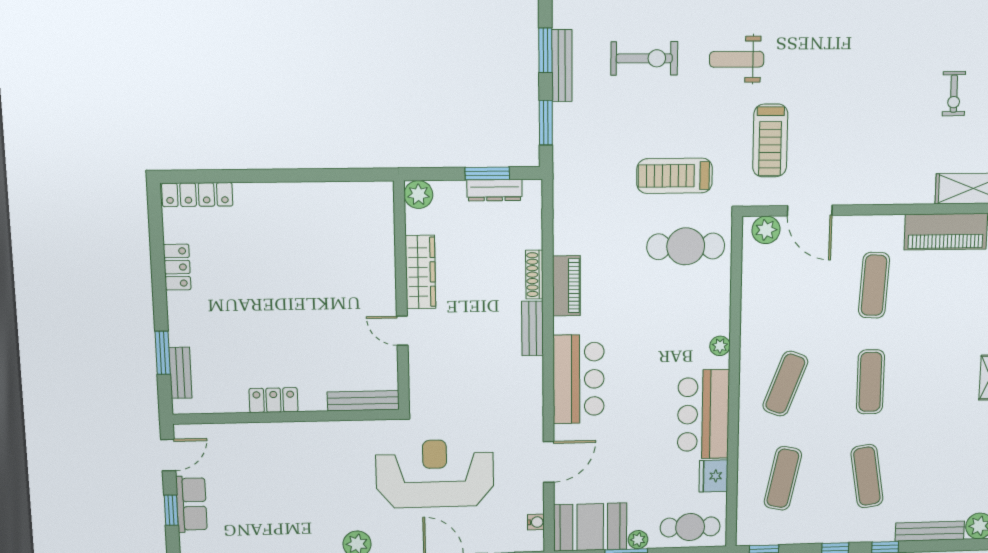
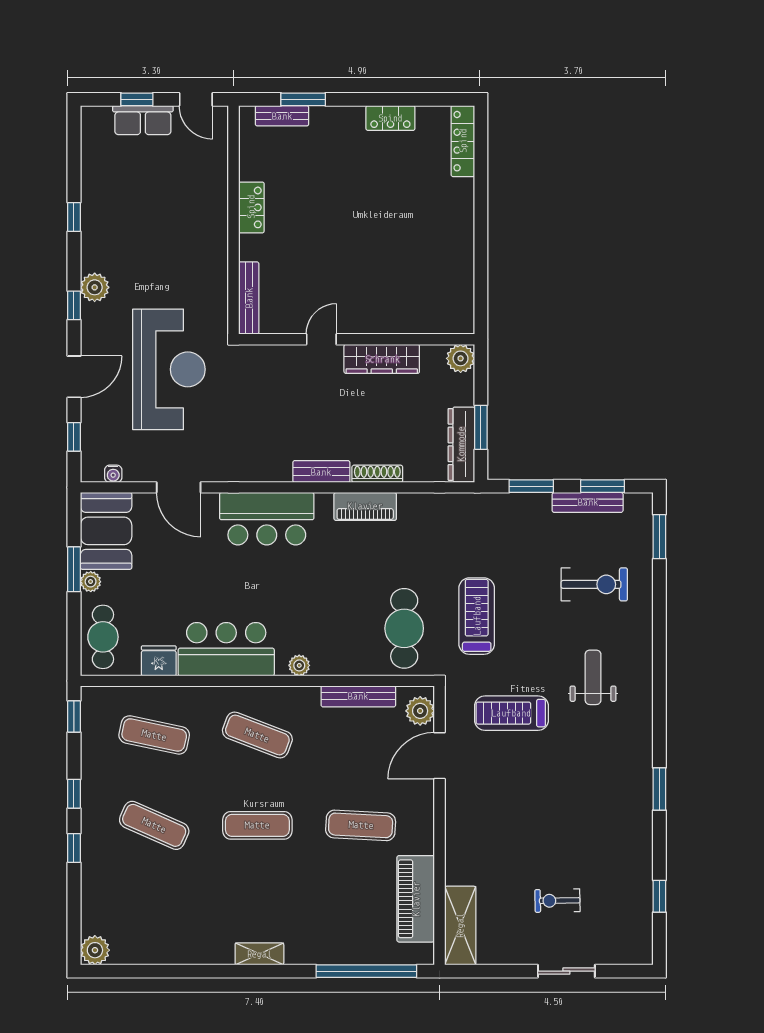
exercise bike: (644, 58) -> (594, 584), turned -90
dresser: (495, 190) -> (461, 444), width x1.37, depth x1.24
exercise mat: (867, 476) -> (154, 825), turned 33
bench: (930, 531) -> (358, 696), moved, turned 90

